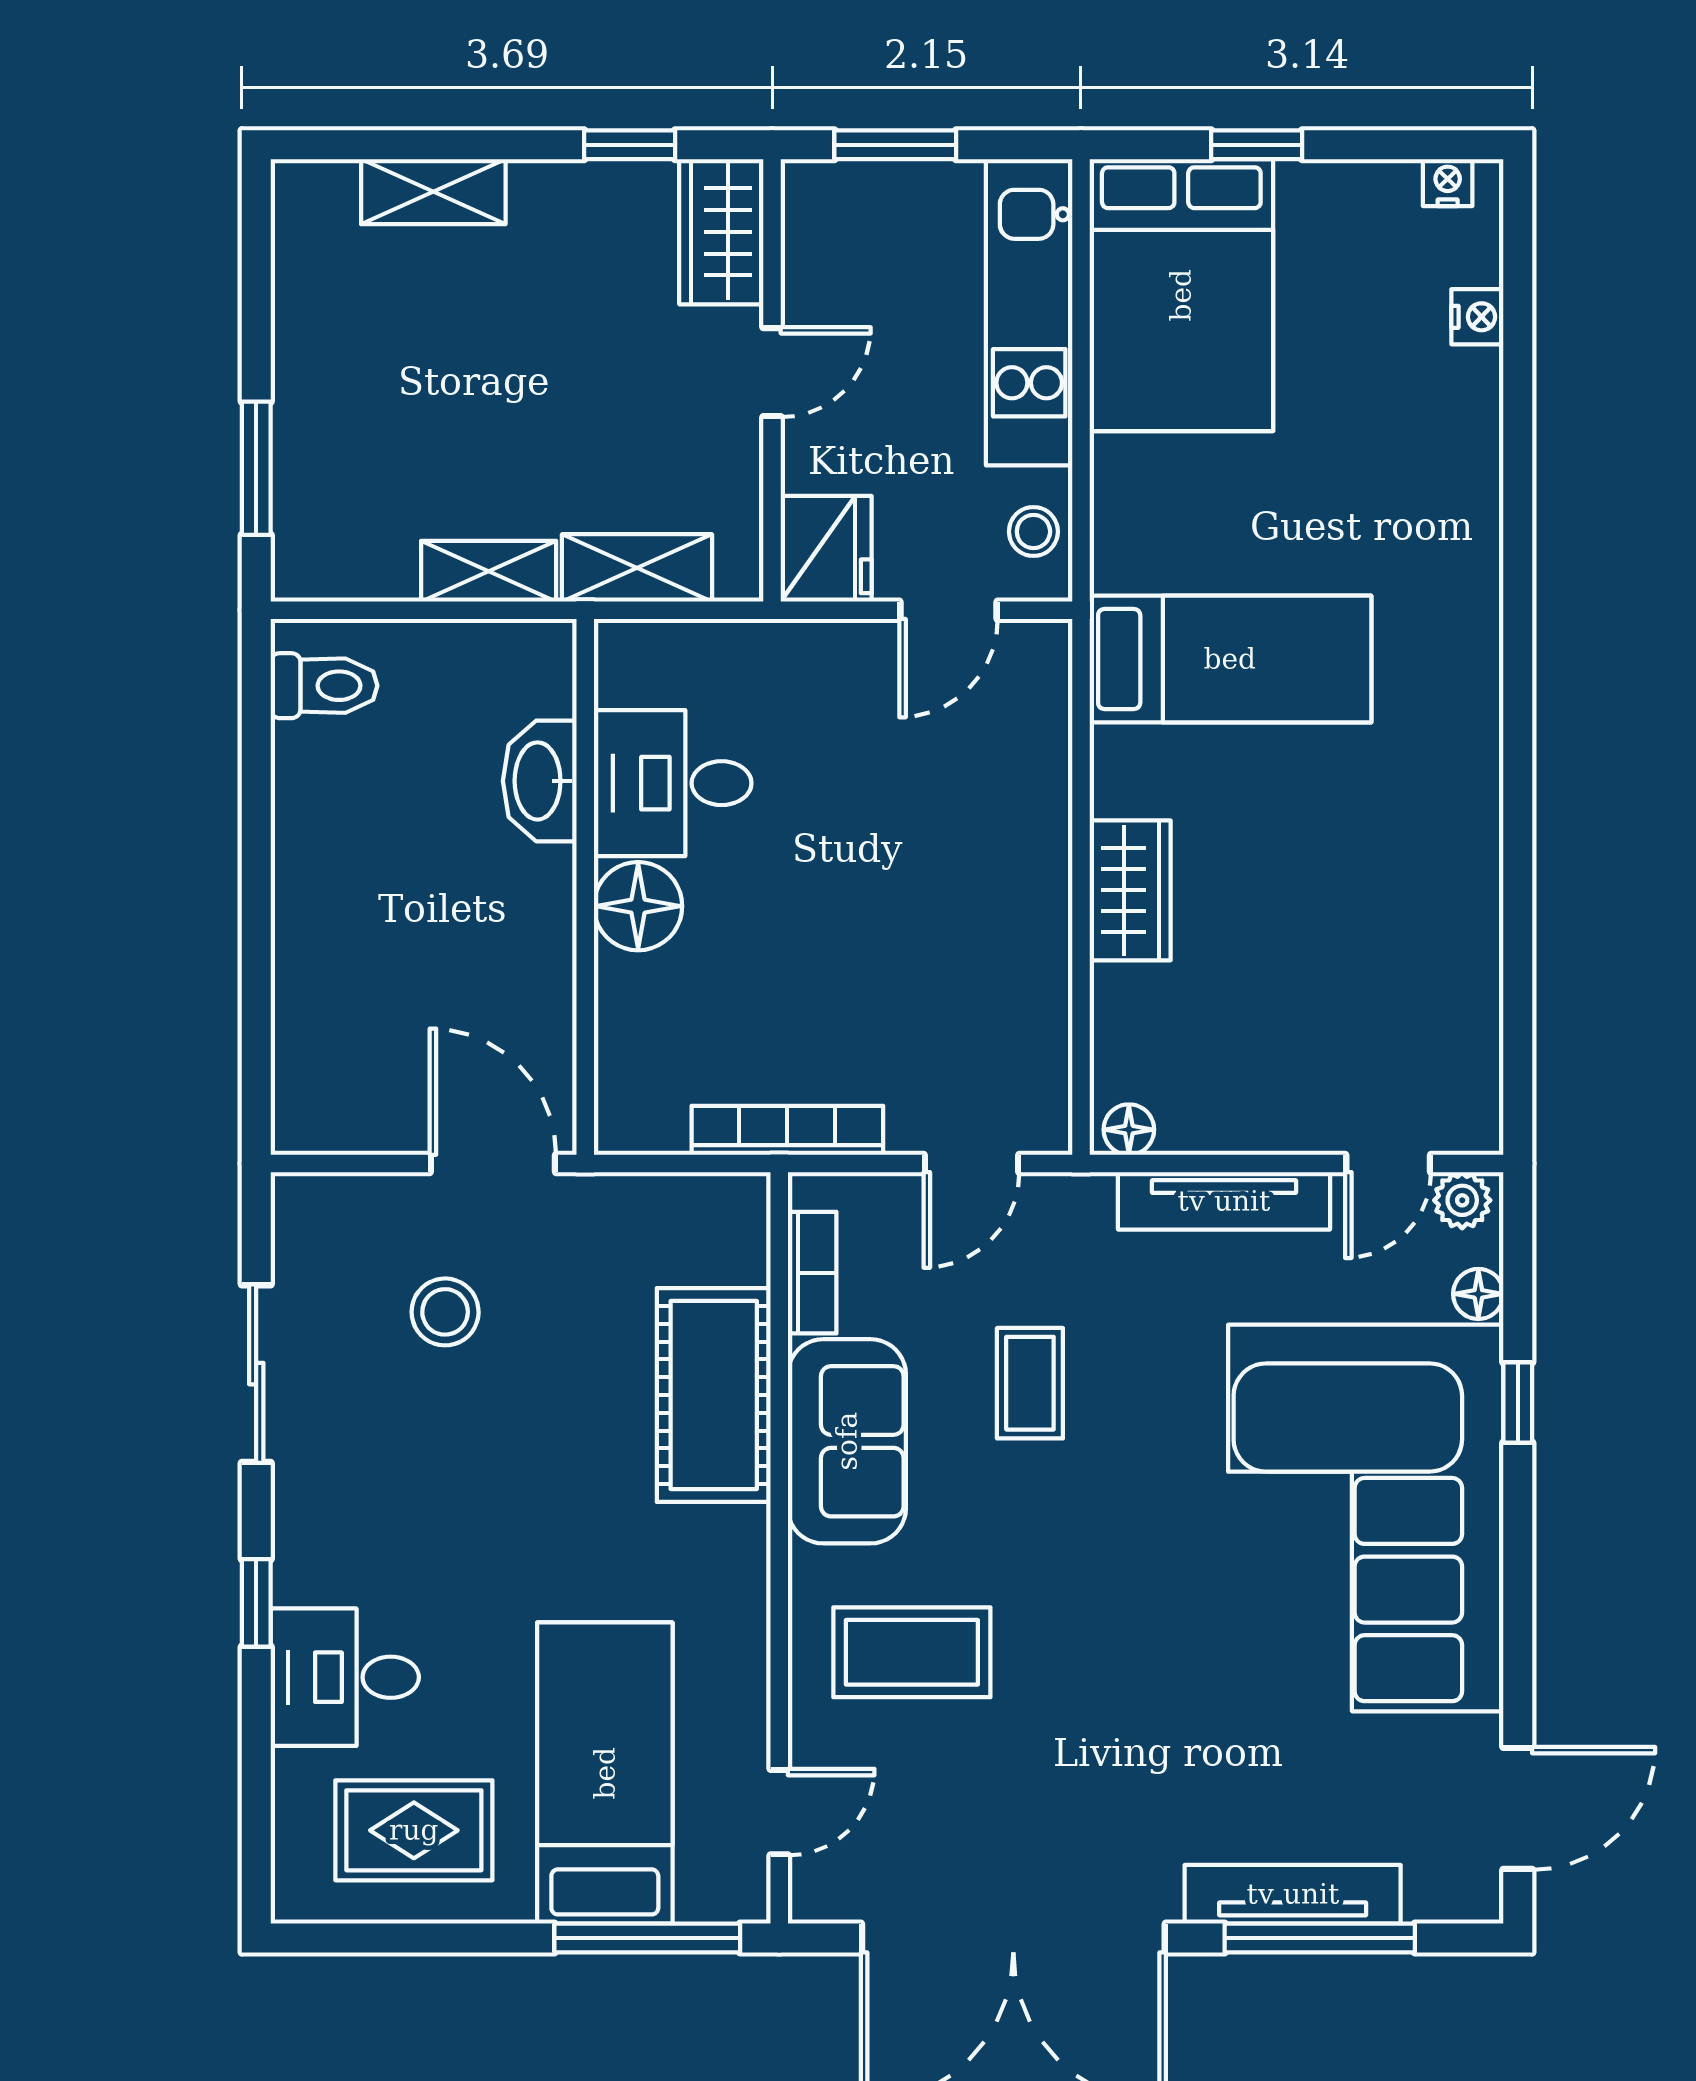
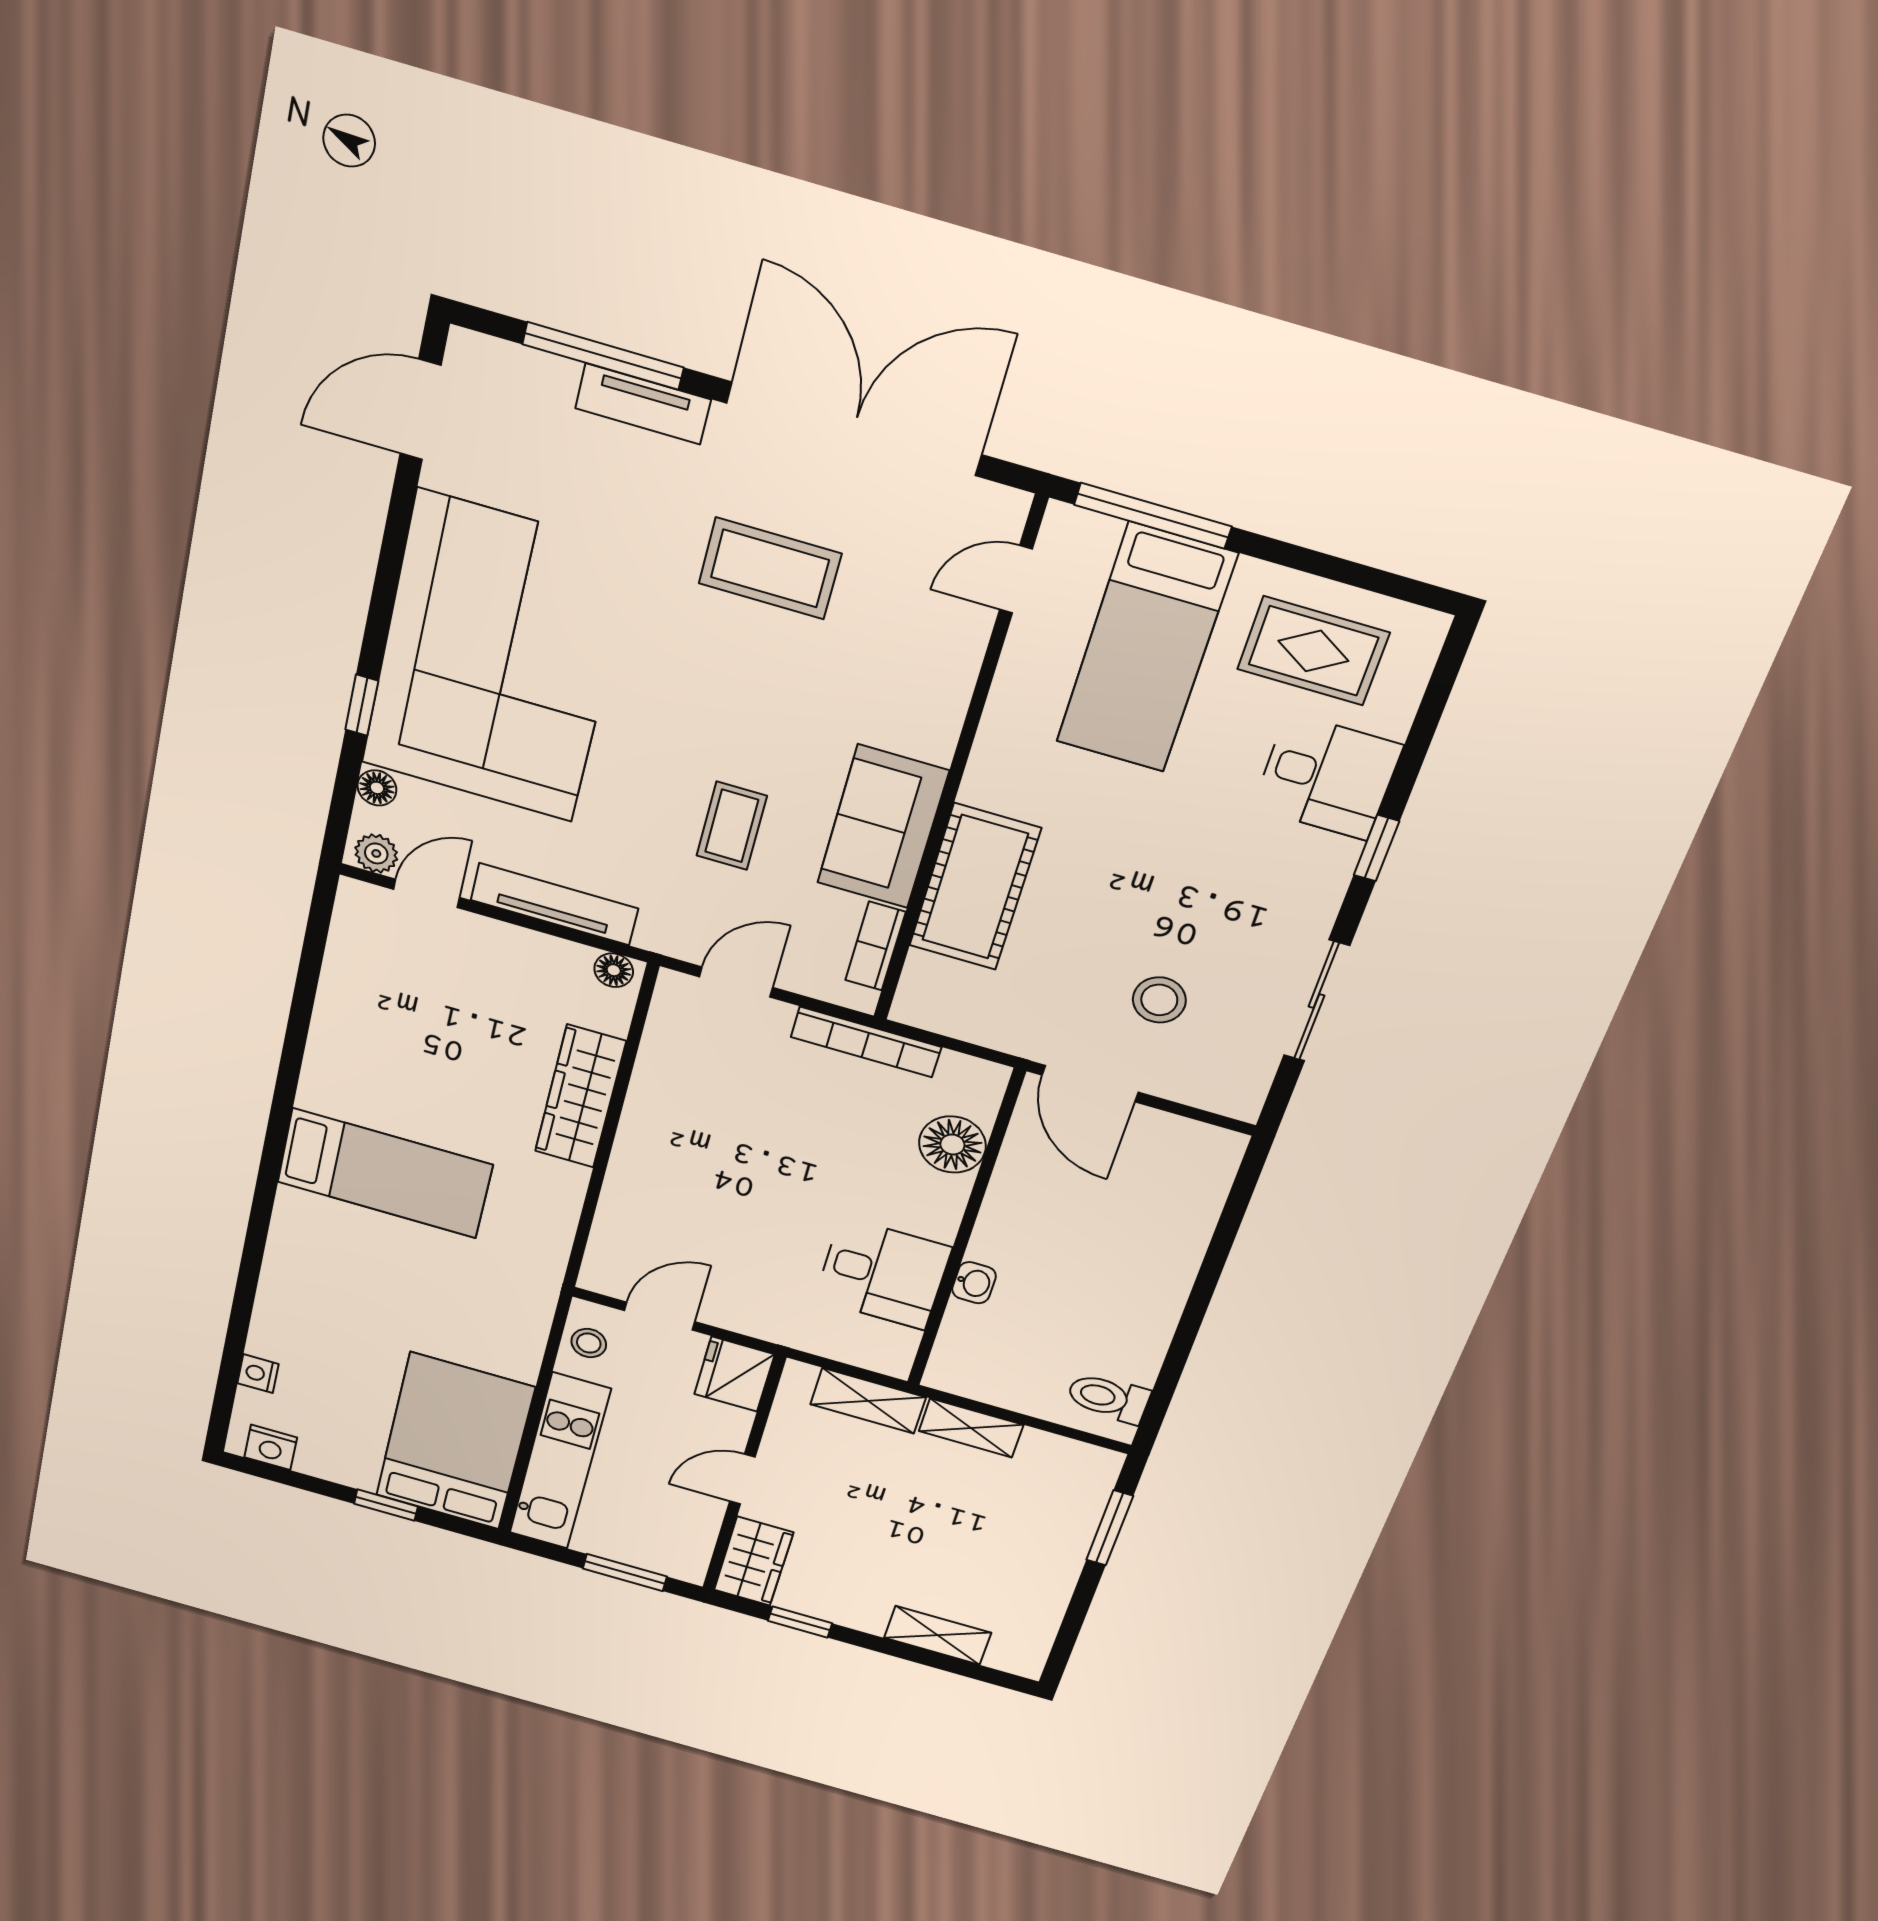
nightstand: (1448, 183) -> (271, 1447), width x1.39, depth x1.35
bed: (1230, 659) -> (385, 1173), moved, turned 180
washbasin: (540, 781) -> (974, 1283), width x0.52, depth x0.69
wardrobe: (1130, 890) -> (580, 1096), width x1.50
floor lamp: (638, 906) -> (952, 1145), moved
coffee table: (912, 1652) -> (770, 569), moved
tv unit: (1293, 1894) -> (643, 404), width x0.71

